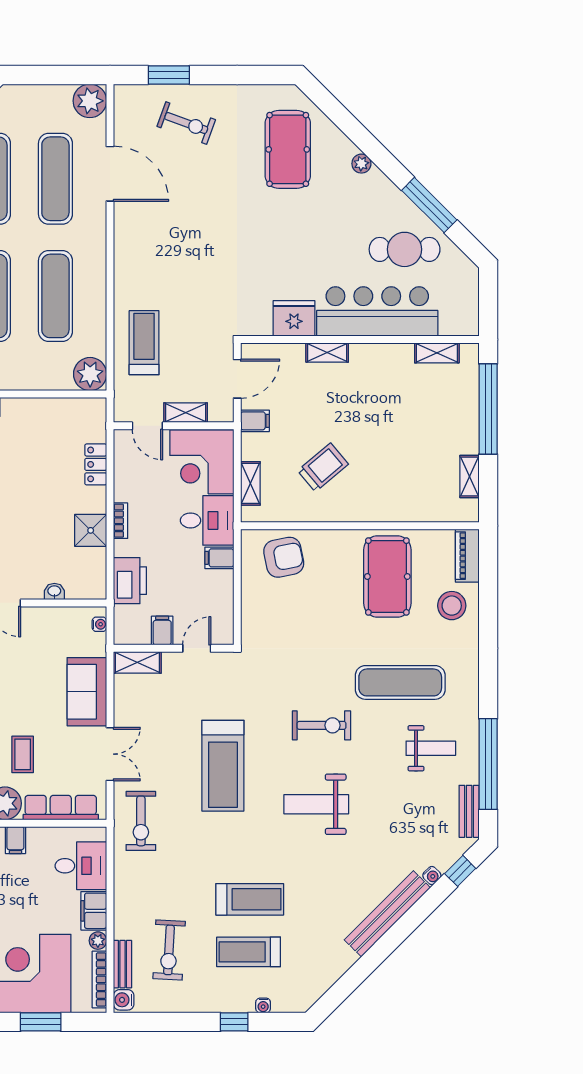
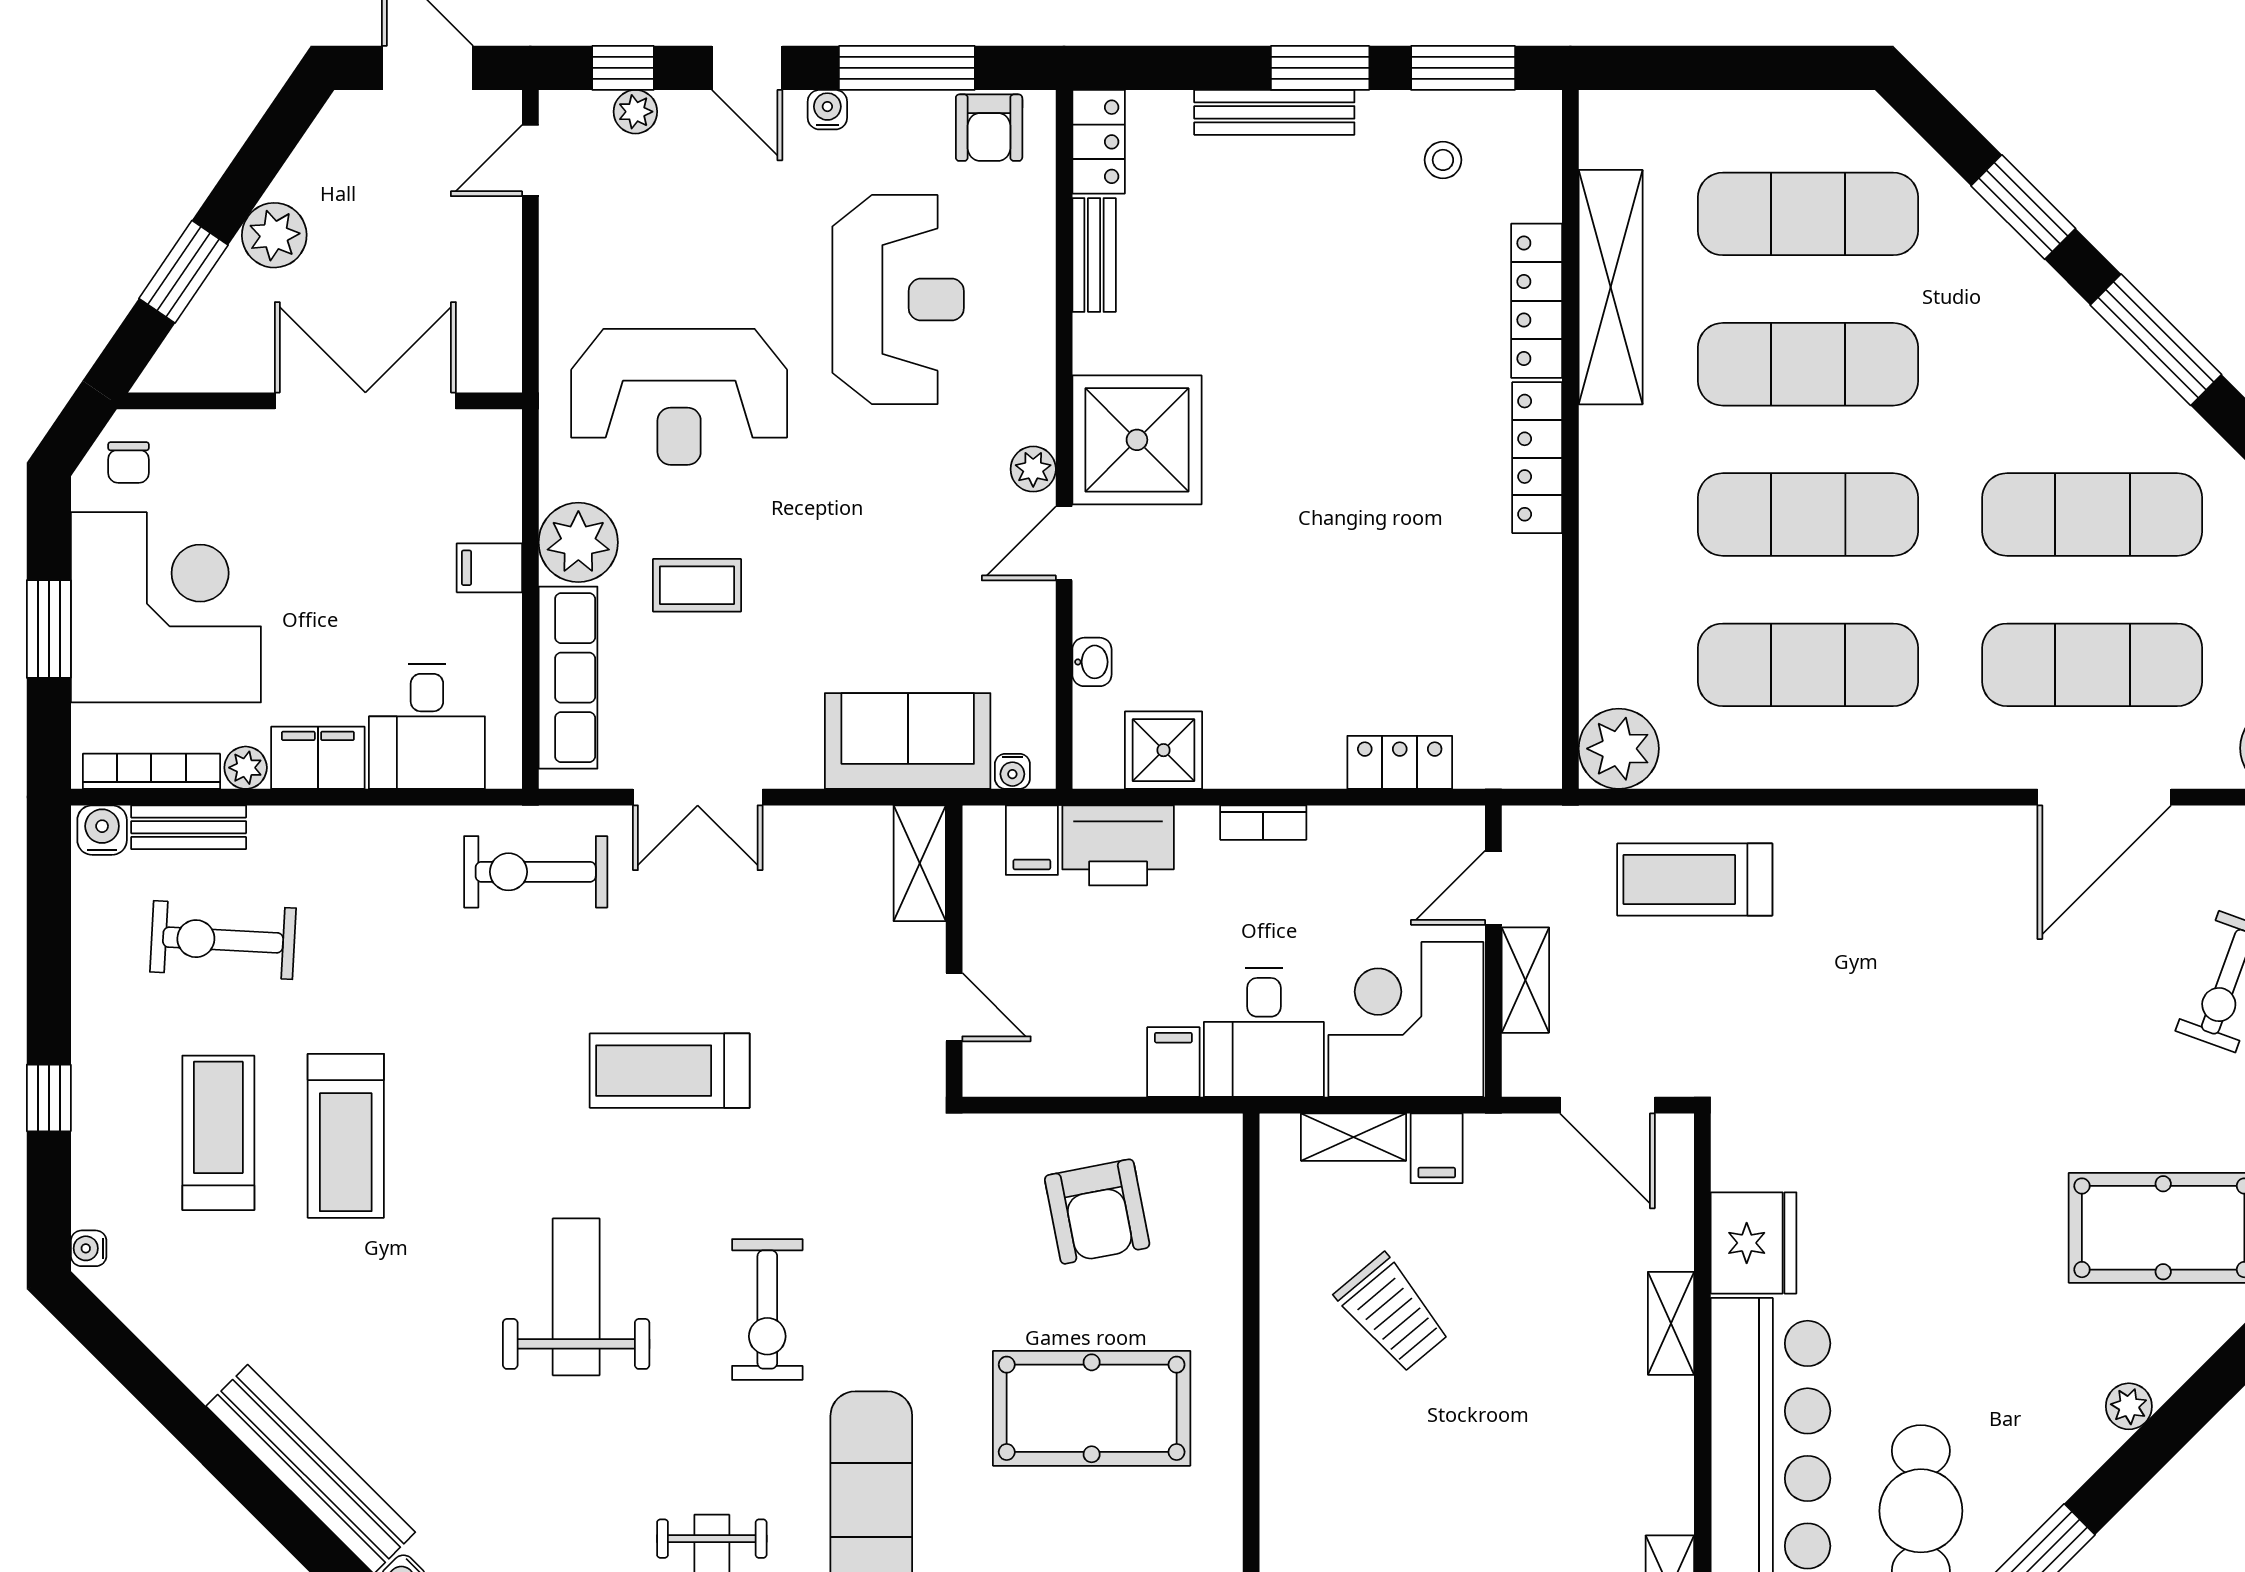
treadmill: (144, 343) -> (1695, 879), turned 180
filing cabinet: (255, 421) -> (1437, 1148), moved
shower: (91, 530) -> (1164, 750), moved
armchair: (284, 557) -> (1097, 1212), moved
pool table: (387, 576) -> (1092, 1408), moved
filing cabinet: (162, 631) -> (1032, 840), moved, turned 90
sofa: (87, 692) -> (908, 741), moved
treadmill: (223, 766) -> (670, 1071), width x0.73, depth x0.73
water cooler: (263, 1005) -> (89, 1248), moved

